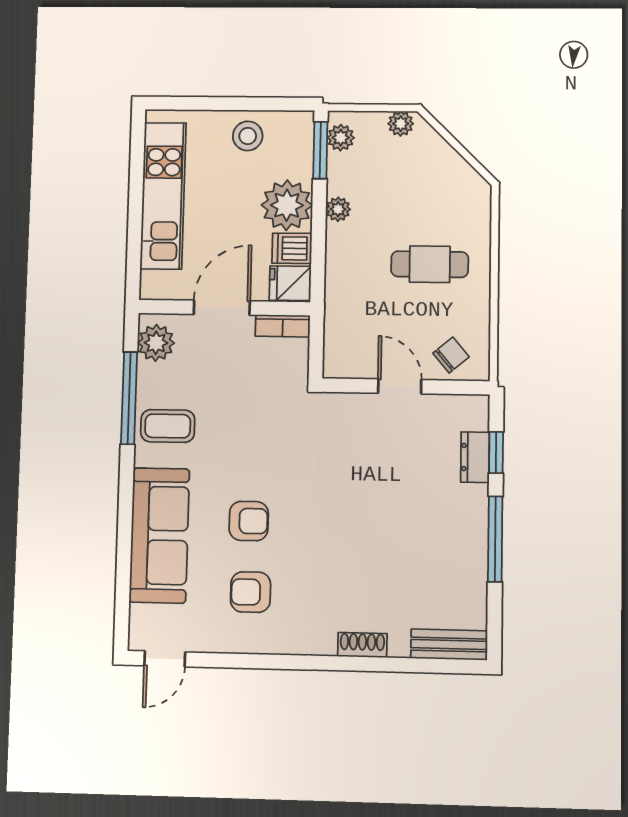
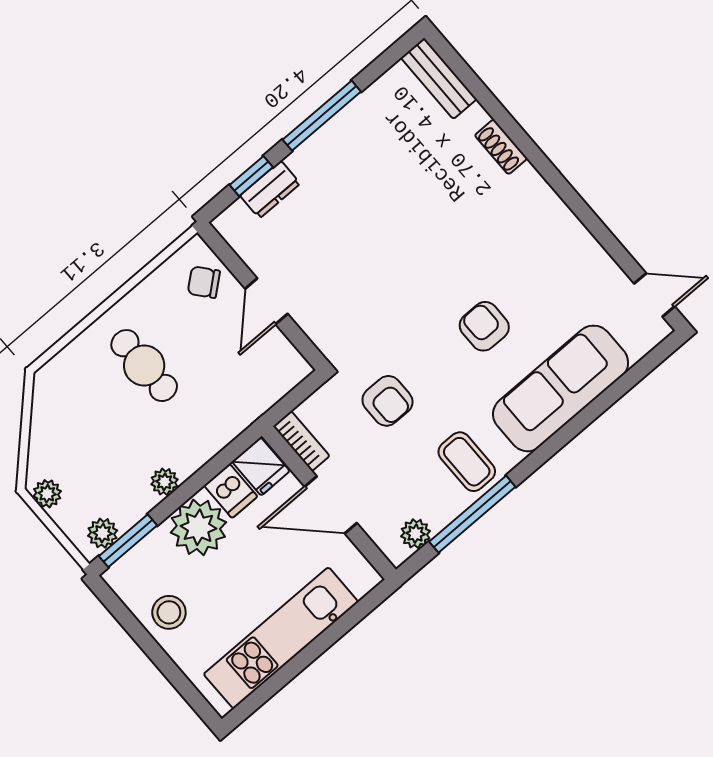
plant: (156, 343) -> (416, 534), width x0.73, depth x0.73
armchair: (251, 592) -> (387, 401), moved

